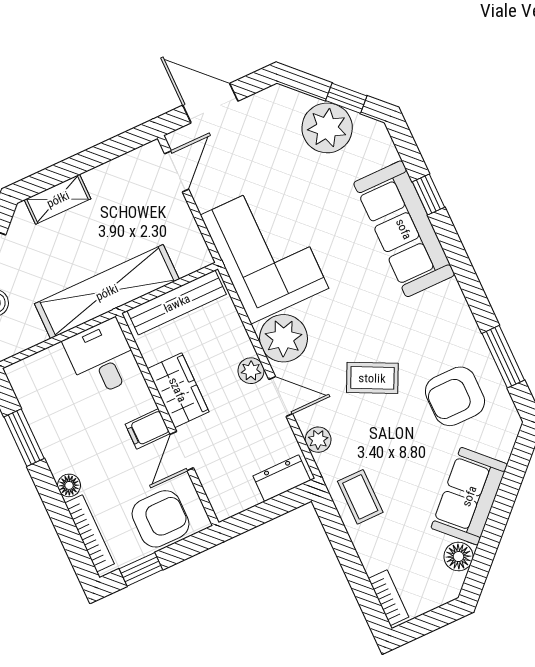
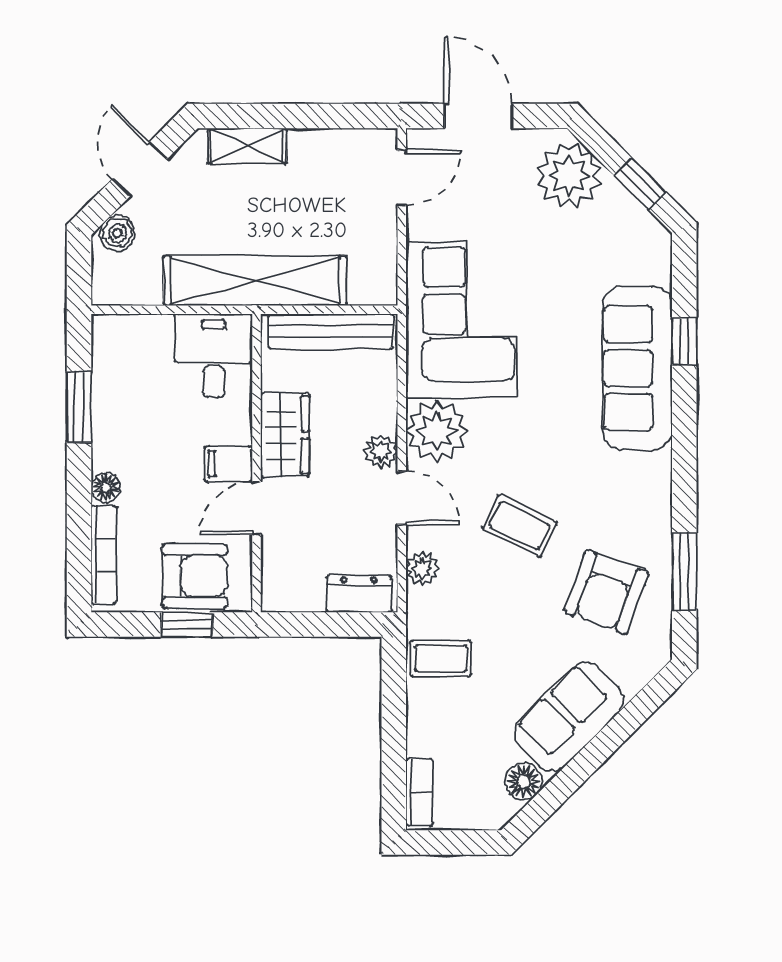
plant: (327, 128) -> (569, 176), moved
armchair: (455, 396) -> (606, 592), turned -70
coffee table: (360, 497) -> (441, 658), turned 90
window: (141, 569) -> (187, 625), moved

